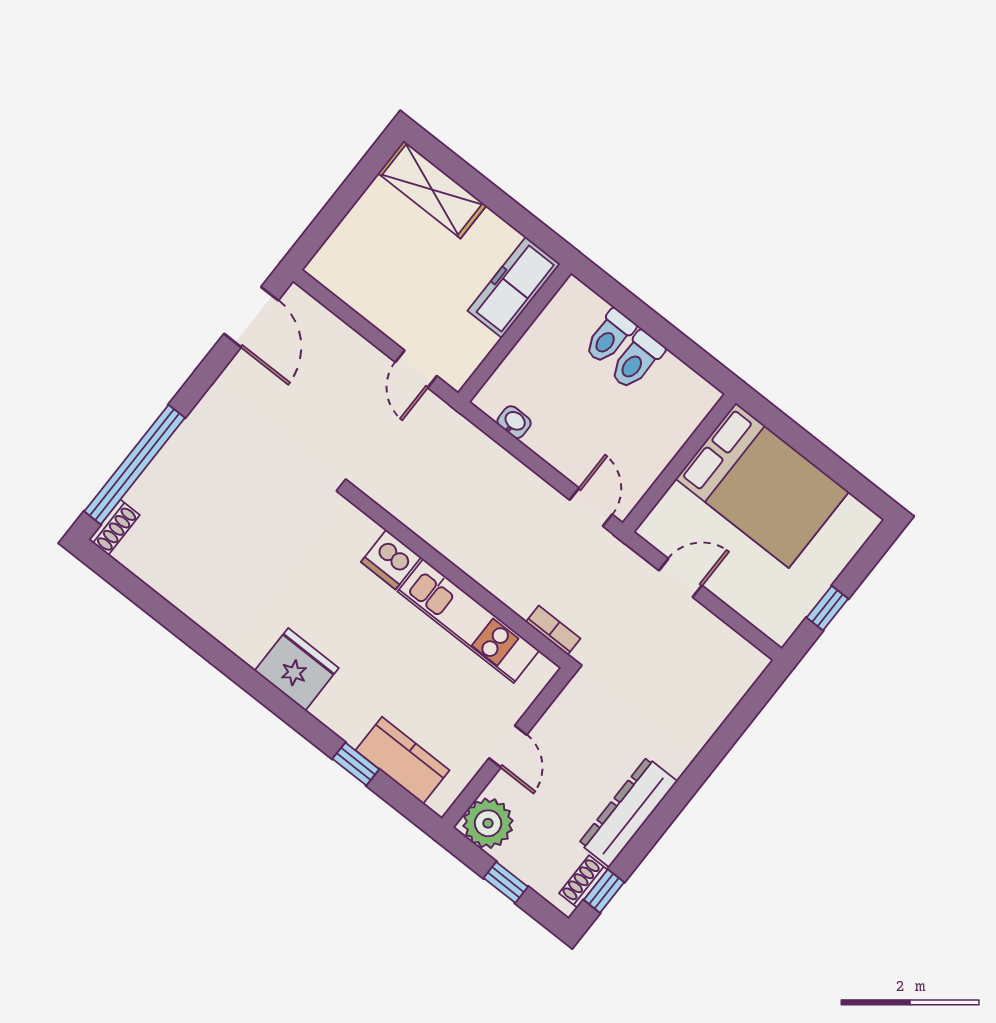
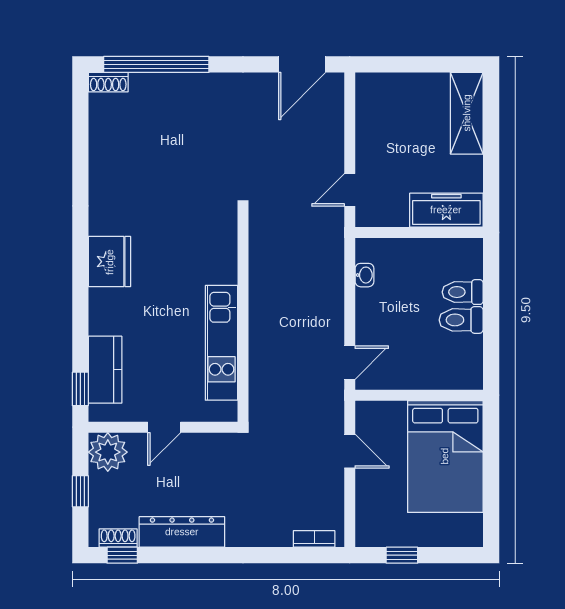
dishwasher: (391, 560) -> (222, 266), removed
bookcase: (553, 630) -> (314, 539), moved, turned -90
window: (356, 764) -> (80, 389), moved

